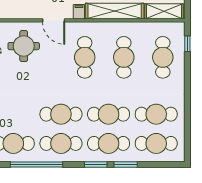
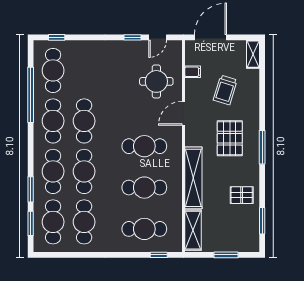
filing cabinet: (79, 12) -> (193, 72), moved
window: (96, 165) -> (31, 223), moved

